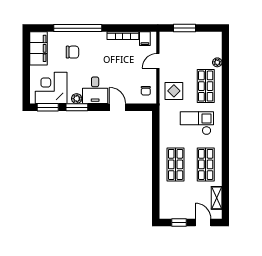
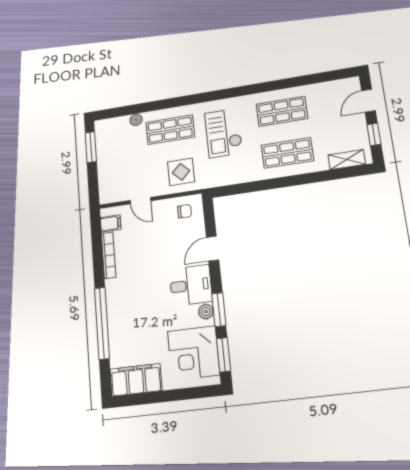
window: (184, 28) -> (91, 147), moved
chair: (72, 52) -> (137, 327), removed
shelving: (217, 198) -> (347, 160), moved

